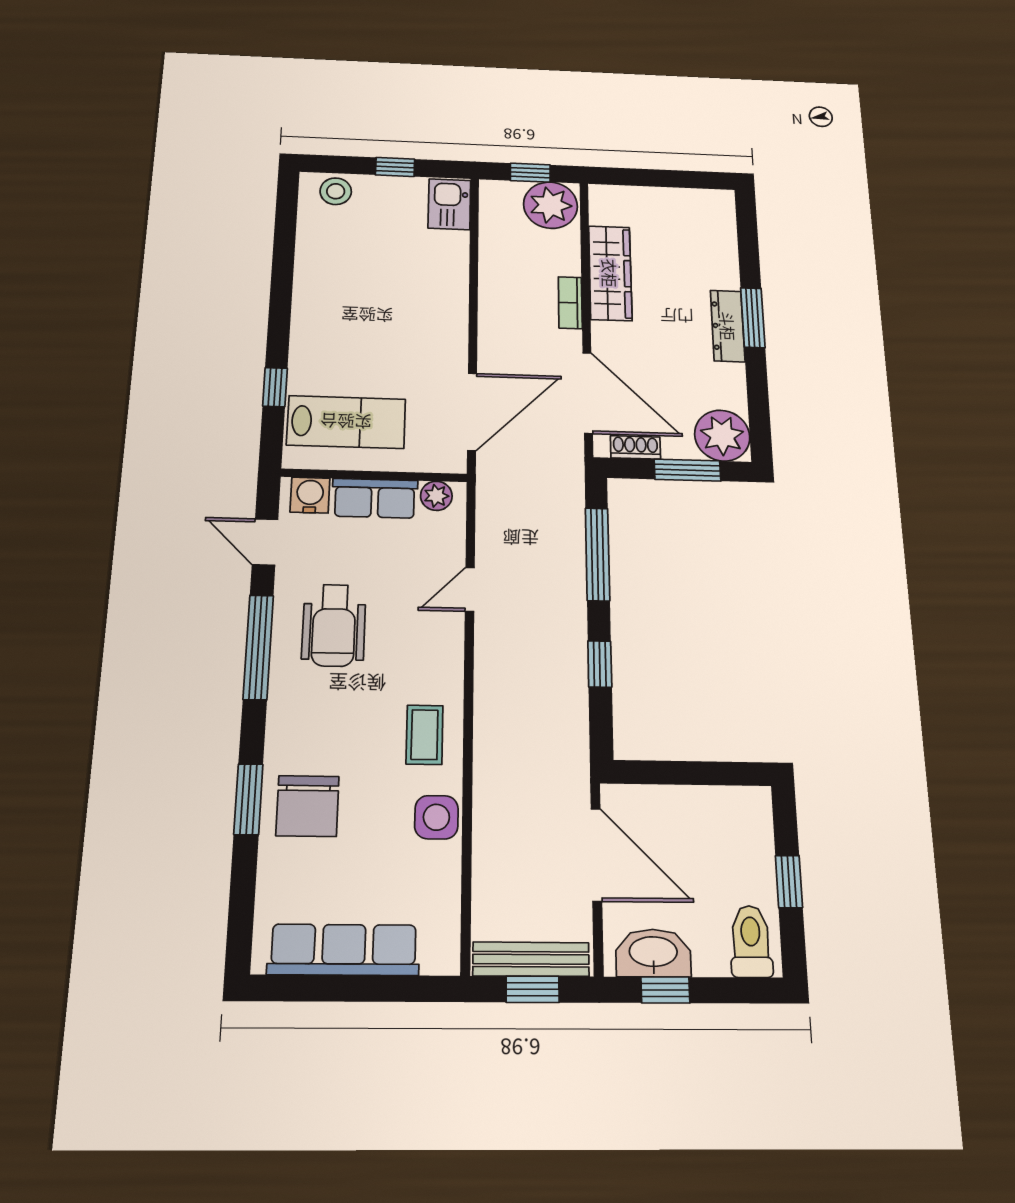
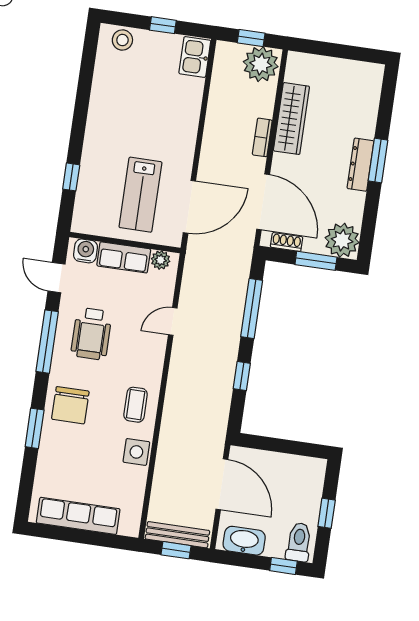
lab bench: (346, 422) -> (140, 195), moved, turned 90
chair: (308, 806) -> (70, 405), moved
window: (665, 990) -> (283, 566), moved

